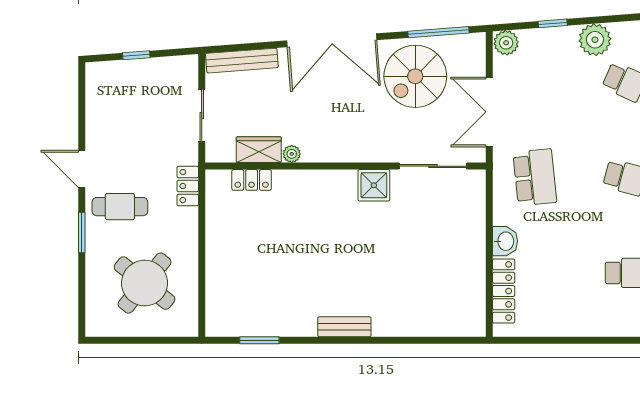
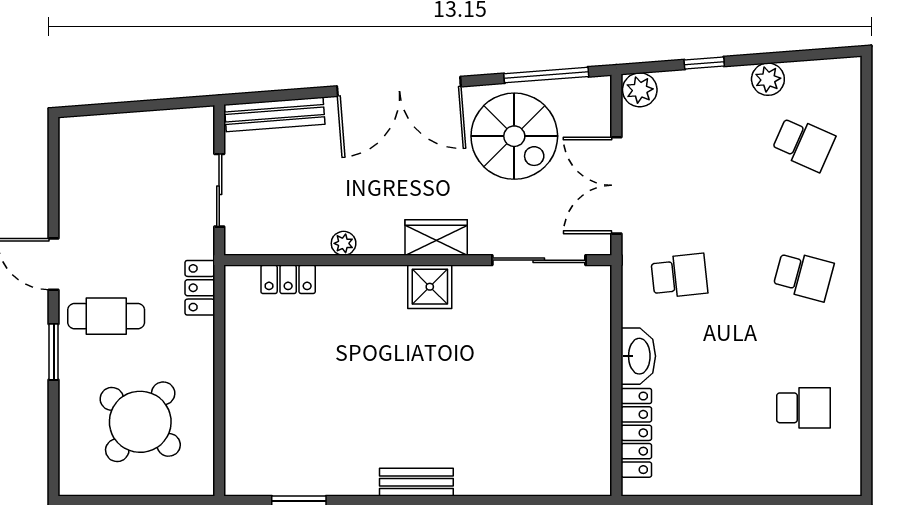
plant: (595, 40) -> (768, 79), width x0.73, depth x0.73
window: (136, 55) -> (129, 107), removed
spiral stairs: (415, 76) -> (514, 136), turned -90
wardrobe: (259, 150) -> (436, 238), moved
school desk: (535, 177) -> (679, 276), width x0.54
shower: (374, 185) -> (430, 287), moved
washbasin: (505, 241) -> (638, 356), width x1.38

